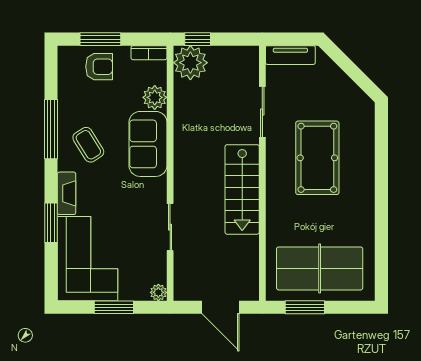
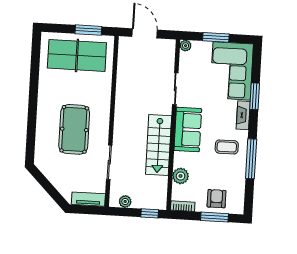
plant: (190, 63) -> (125, 201), moved, width x0.53, depth x0.53
armchair: (99, 67) -> (217, 199), turned 90
sofa: (148, 144) -> (188, 130), moved
coffee table: (88, 145) -> (227, 147), turned -58
stairs: (242, 189) -> (159, 145), moved, turned 180

